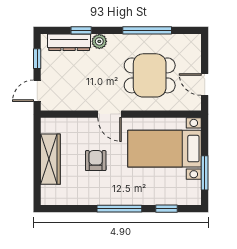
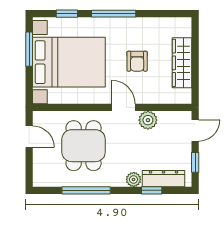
dining table: (150, 75) -> (84, 146), turned 90
plant: (85, 101) -> (148, 120), added
bed with nightstands: (165, 149) -> (69, 62), width x1.36

